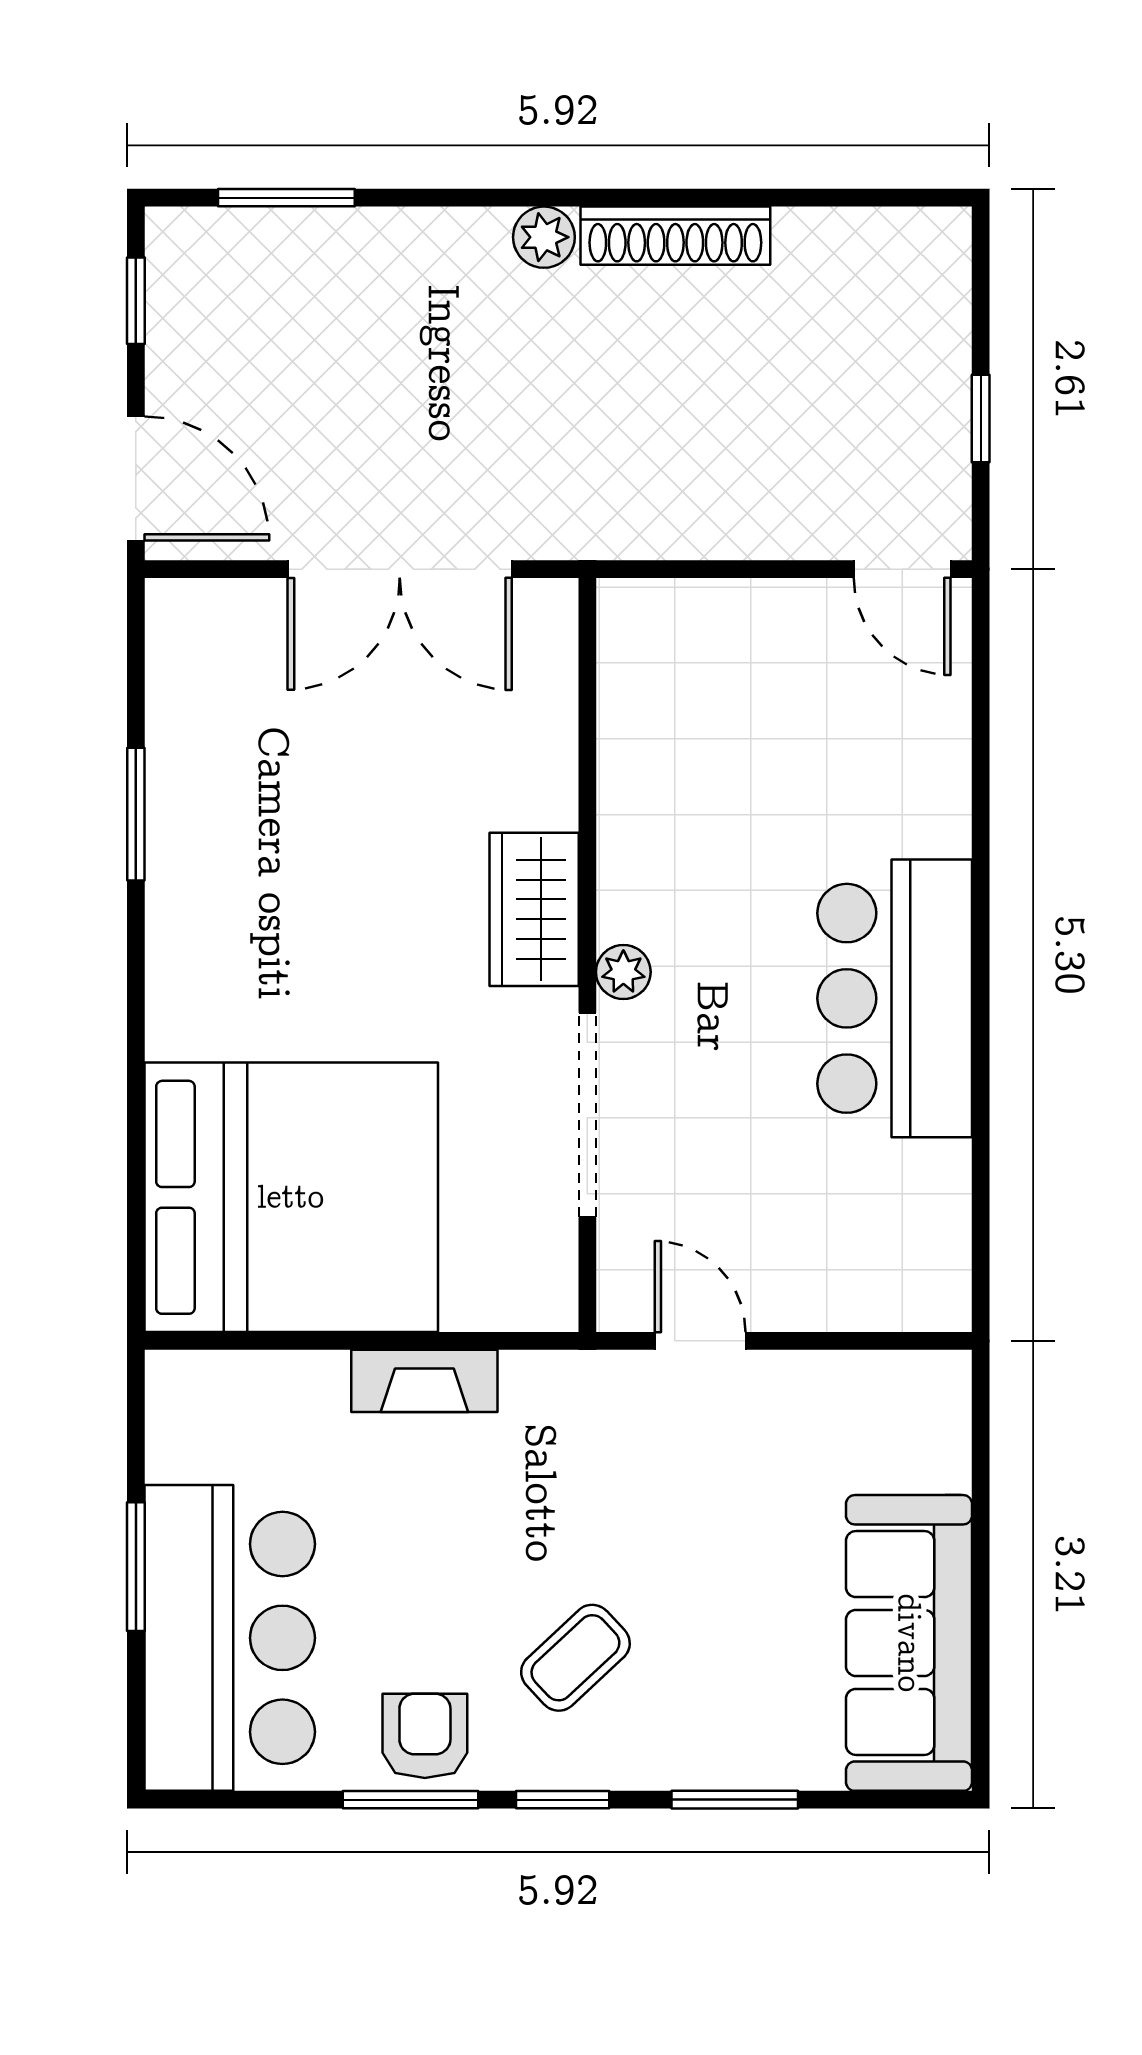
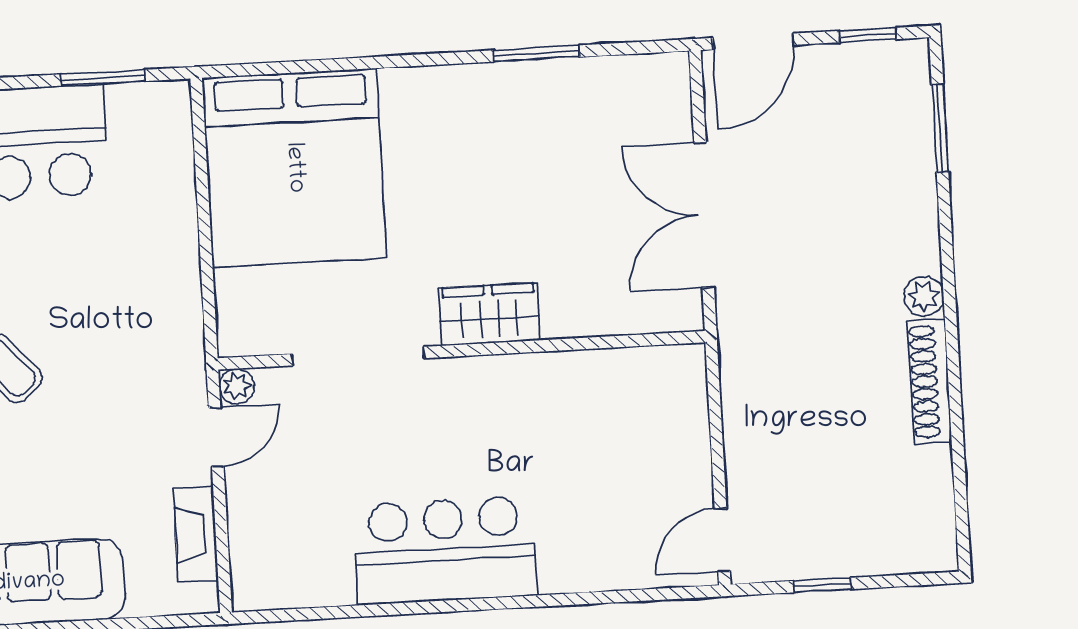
plant: (623, 972) -> (237, 386), moved
fireplace: (424, 1381) -> (196, 534), moved
window: (136, 1567) -> (103, 78), moved

